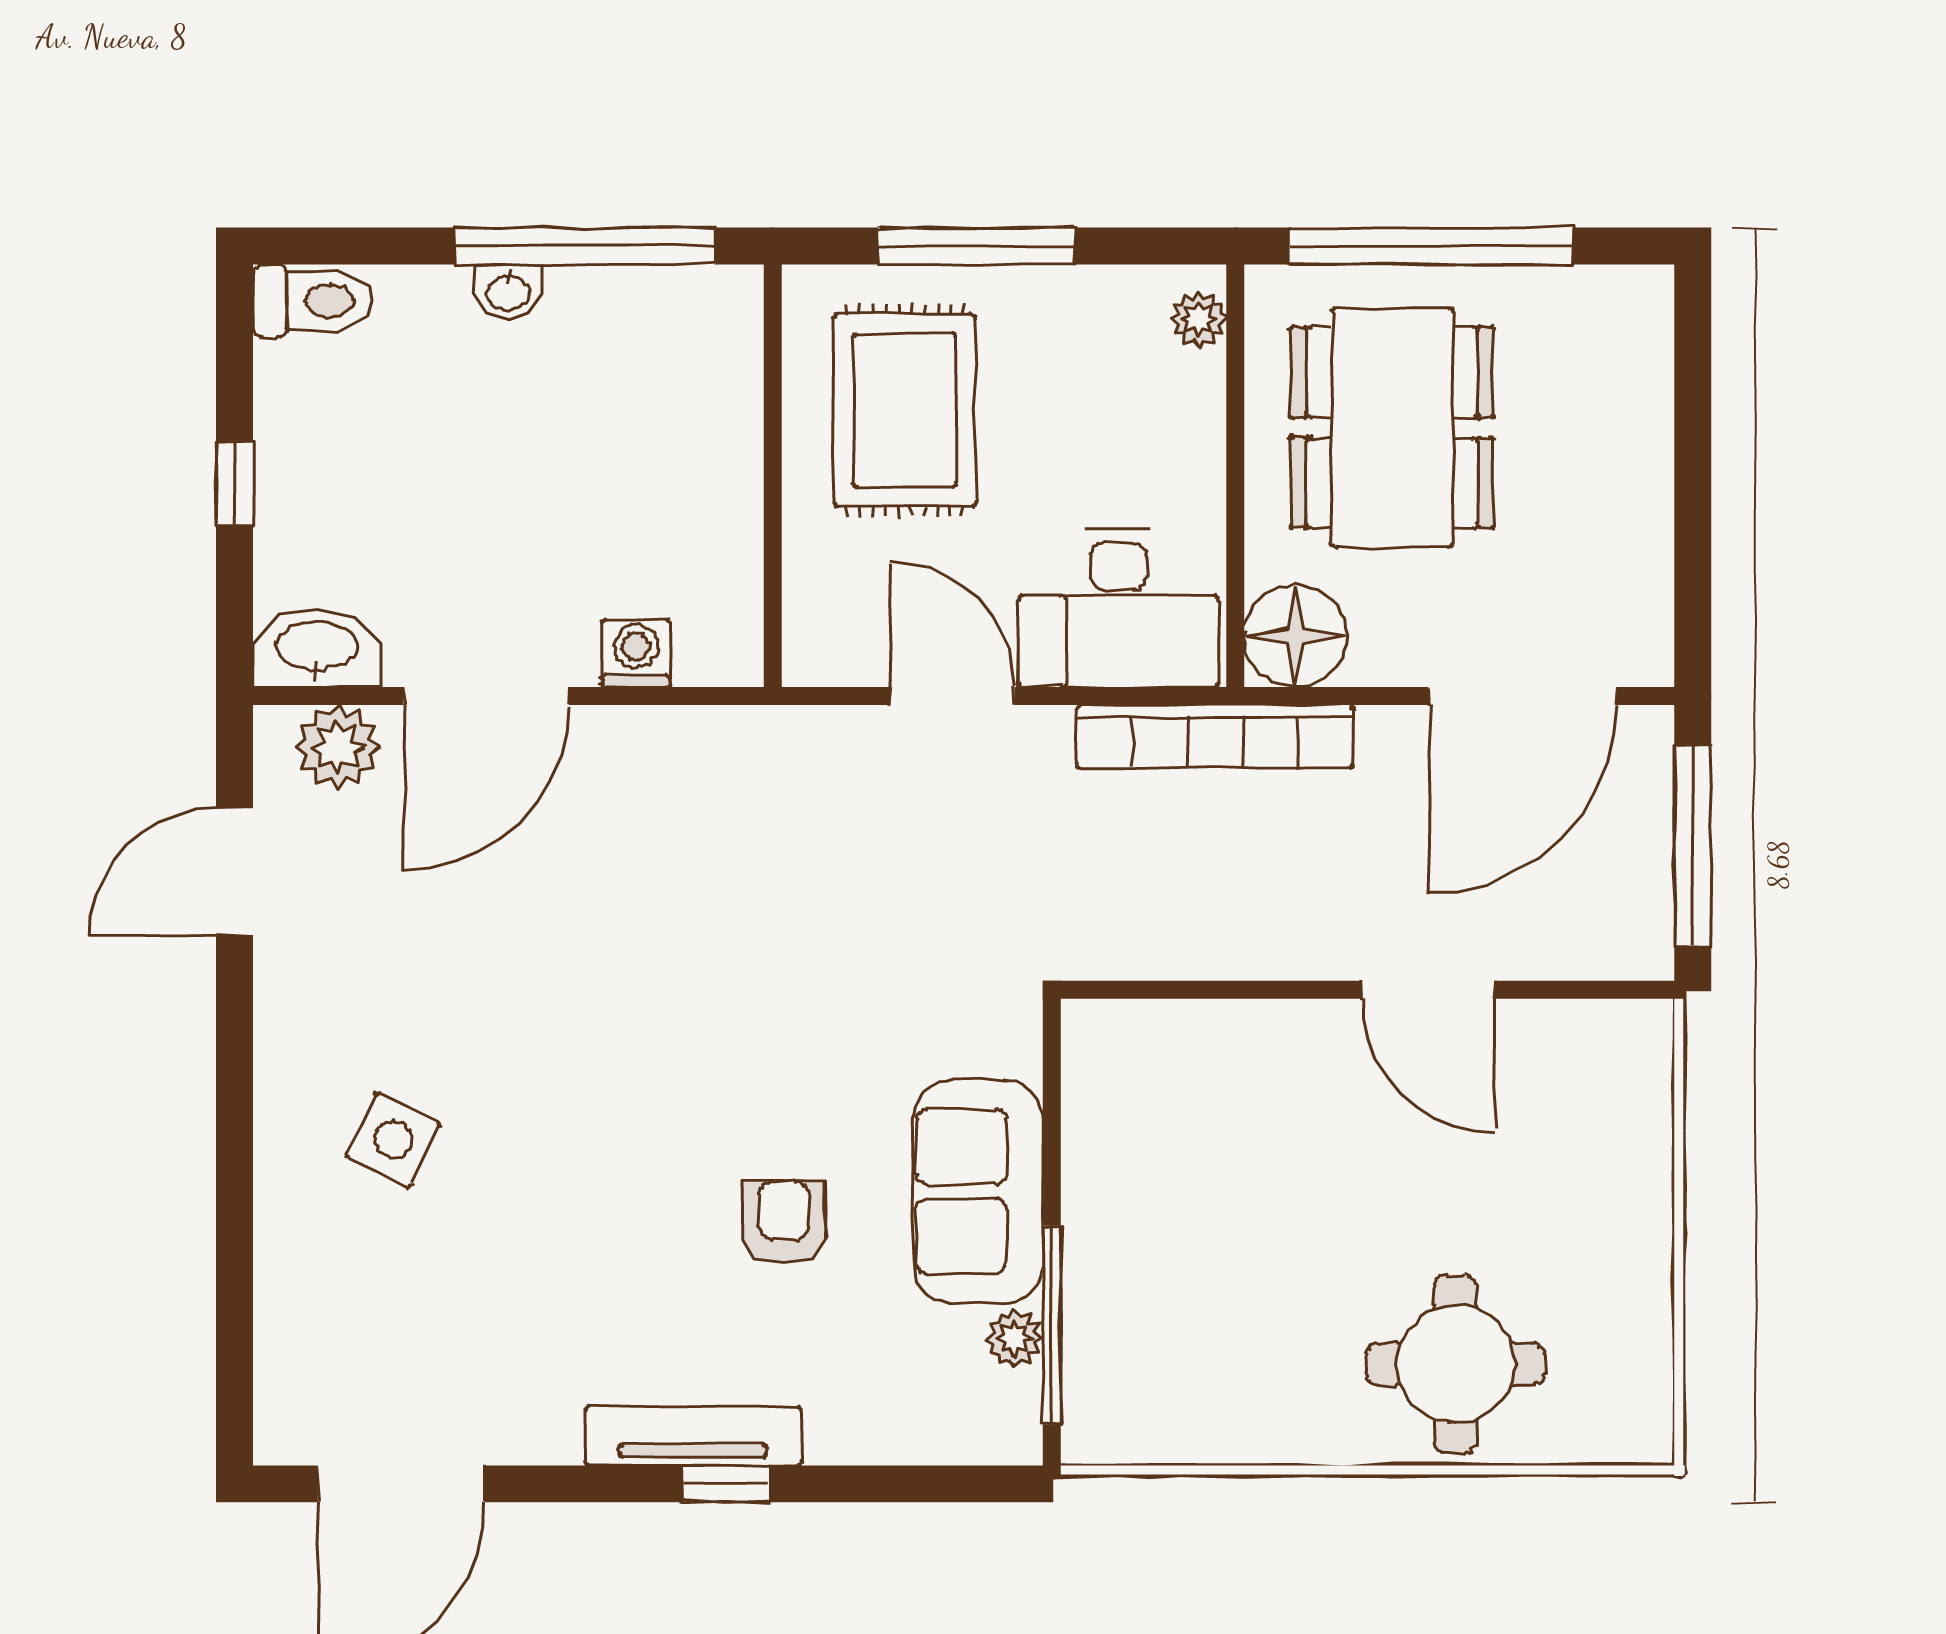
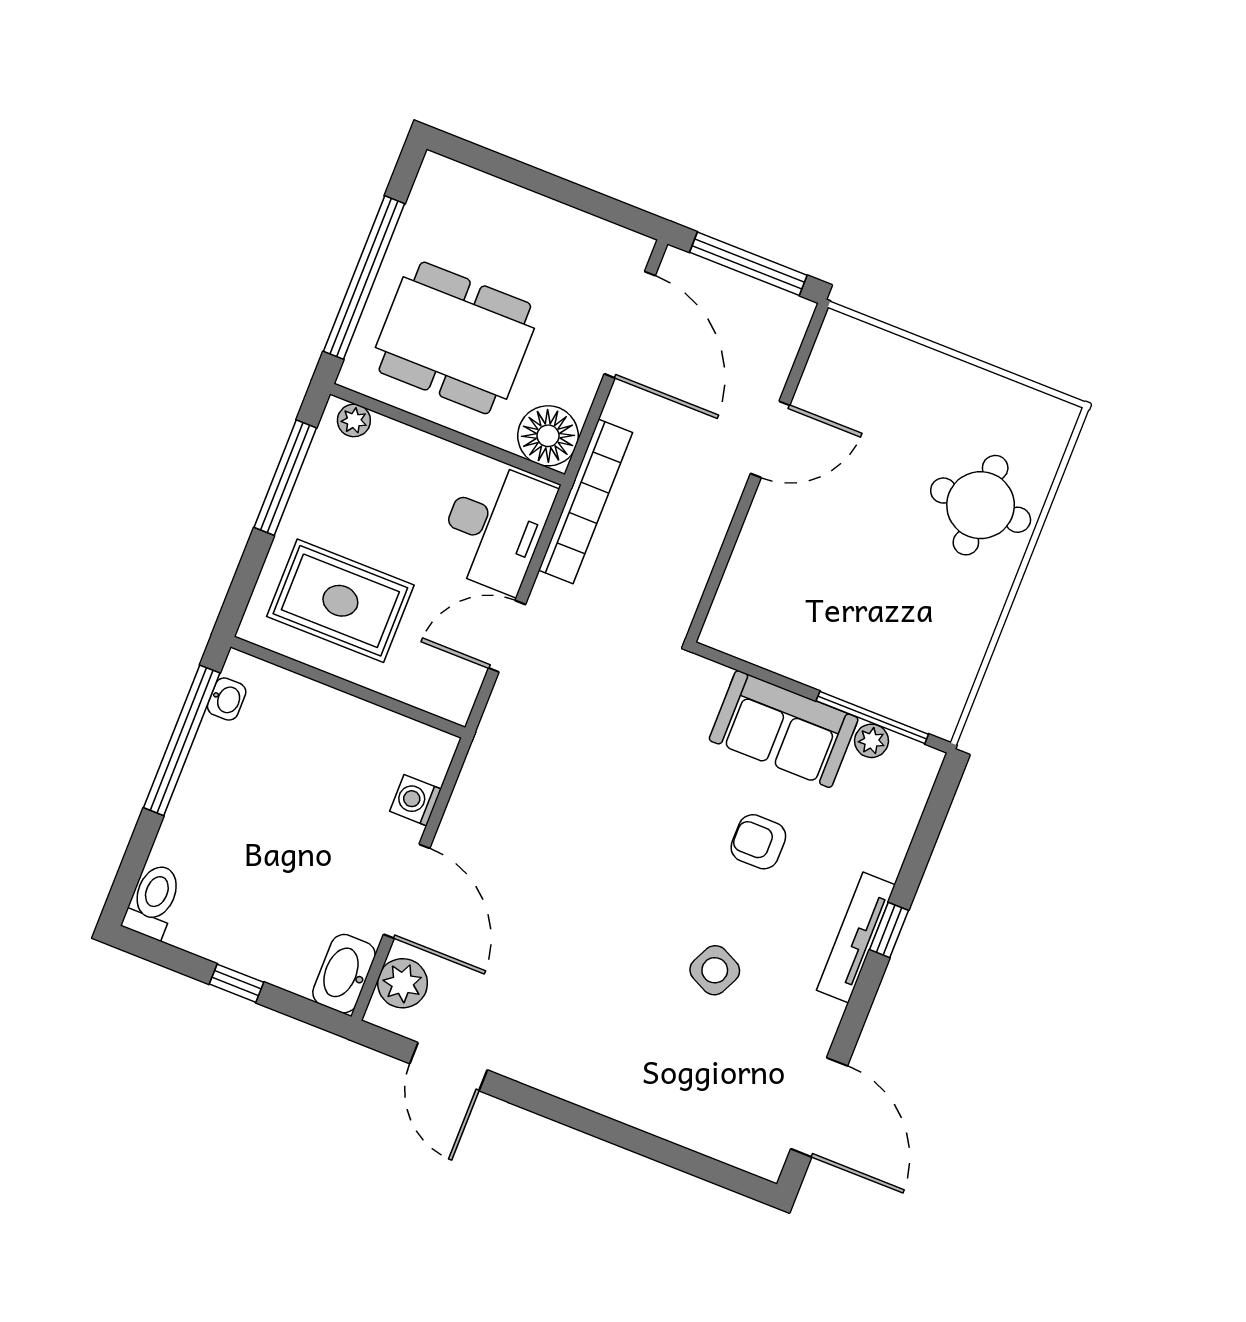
window: (977, 246) -> (285, 478), moved
washbasin: (508, 291) -> (227, 699), moved
side table: (393, 1140) -> (715, 970), moved

